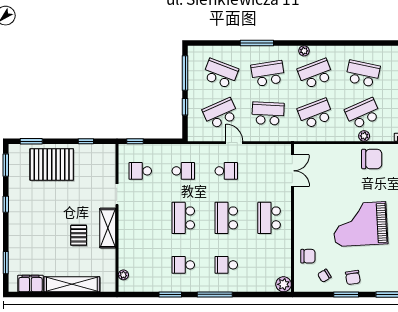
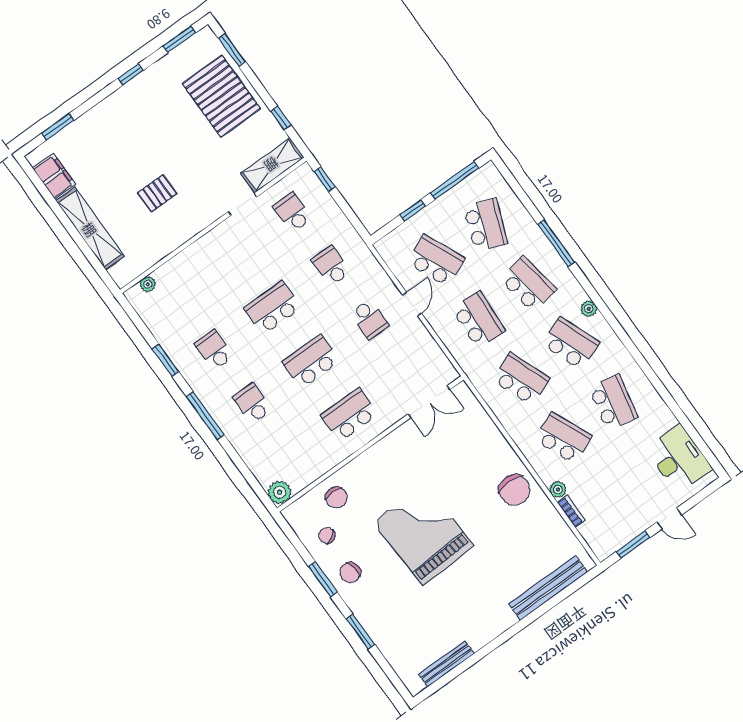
plant: (364, 136) -> (558, 490), moved
school desk: (183, 171) -> (331, 266), turned 180
shelving: (108, 228) -> (272, 165), moved

